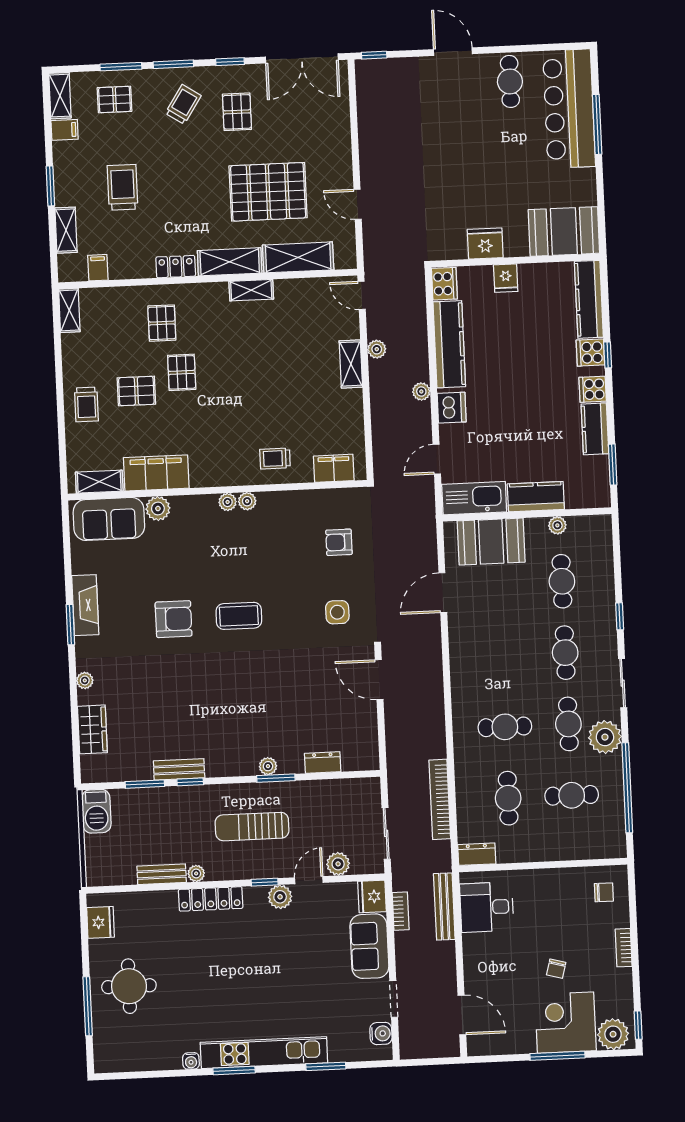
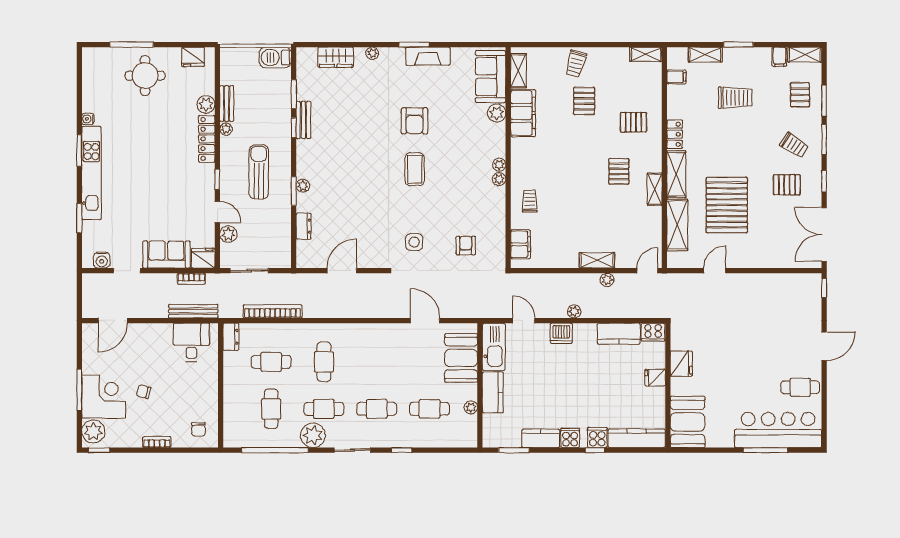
kitchen counter: (449, 344) -> (619, 334), width x0.67
pallet: (182, 372) -> (619, 171), moved, turned 90
trolley: (86, 404) -> (576, 64), turned -75
door: (379, 680) -> (342, 271), moved
plant: (280, 897) -> (206, 104), moved

